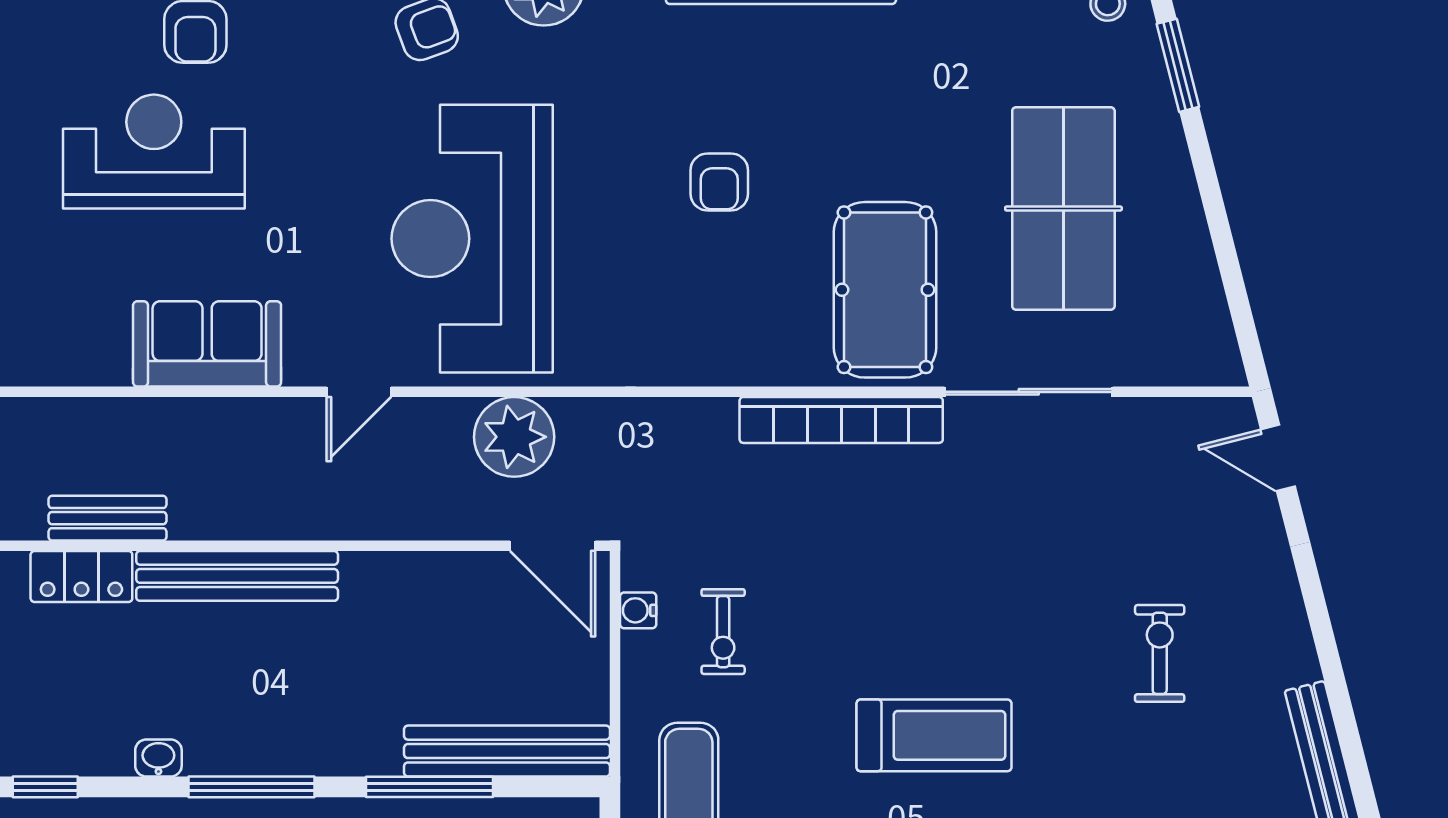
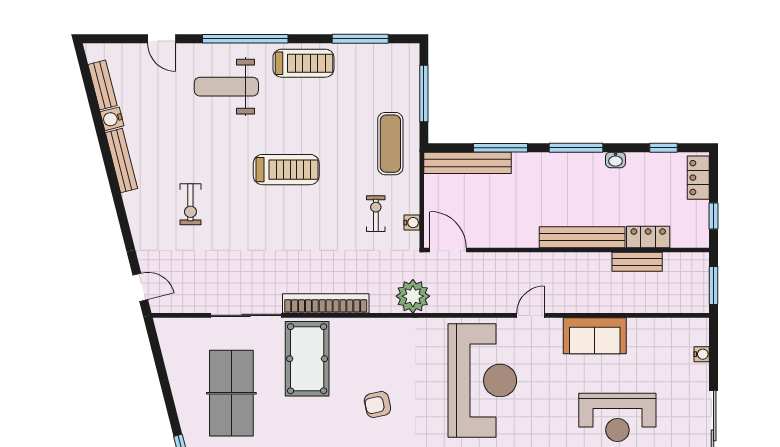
armchair: (719, 182) -> (377, 404), turned -102
plant: (514, 437) -> (413, 296), moved
treadmill: (934, 735) -> (286, 170), turned 180

